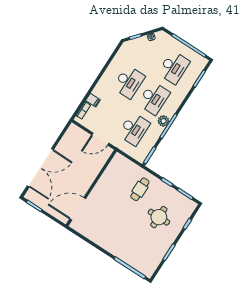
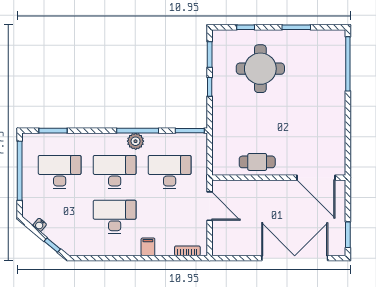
filing cabinet: (93, 100) -> (148, 247), moved
cafe table: (140, 189) -> (257, 162), moved
round table: (159, 217) -> (260, 69), width x1.36, depth x1.36

